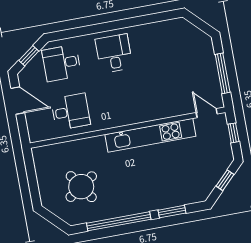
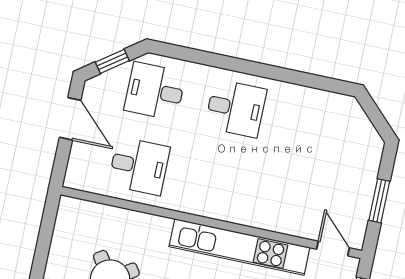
desk: (114, 53) -> (236, 108), turned 90
window: (223, 73) -> (379, 201), width x0.69

